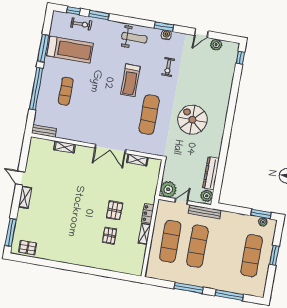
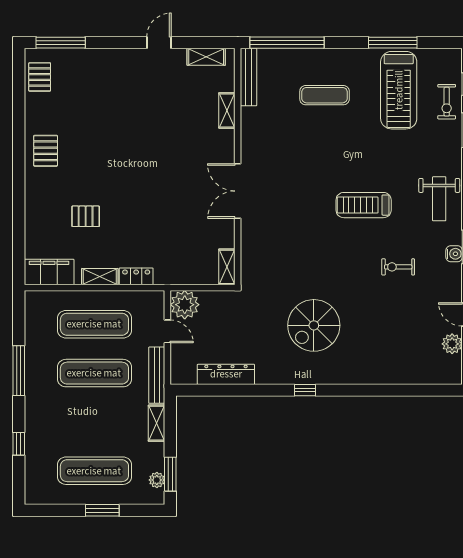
window: (240, 58) -> (305, 390), moved
window: (36, 89) -> (287, 43), moved
exercise mat: (149, 115) -> (309, 248), removed
spiral stairs: (192, 120) -> (314, 325), turned 180
bench: (44, 131) -> (249, 77), width x1.36
shelving: (137, 160) -> (227, 267), moved
plant: (207, 196) -> (185, 374), removed
shelving: (25, 197) -> (206, 57), moved
pallet: (115, 210) -> (46, 151), moved, turned 90
shelving: (231, 217) -> (157, 423), added
filing cabinet: (137, 261) -> (49, 272), added
window: (229, 295) -> (19, 444), width x0.46

